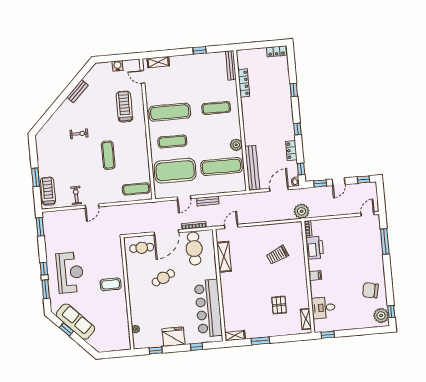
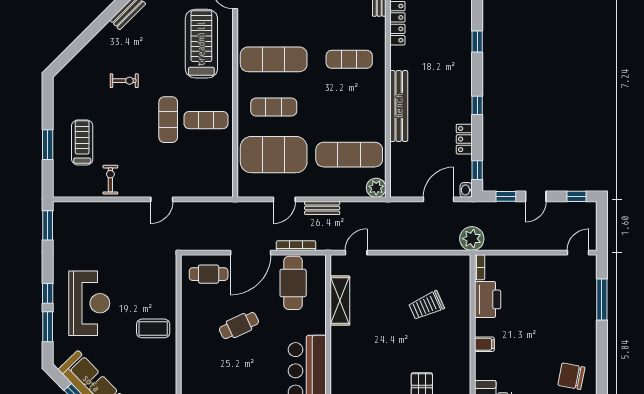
treadmill: (124, 107) -> (201, 44), width x1.37, depth x1.38
plant: (236, 145) -> (376, 188), moved
bench: (252, 168) -> (399, 106), moved
exercise mat: (136, 189) -> (206, 120), moved
treadmill: (48, 191) -> (82, 142), moved
door: (92, 206) -> (162, 199), moved

